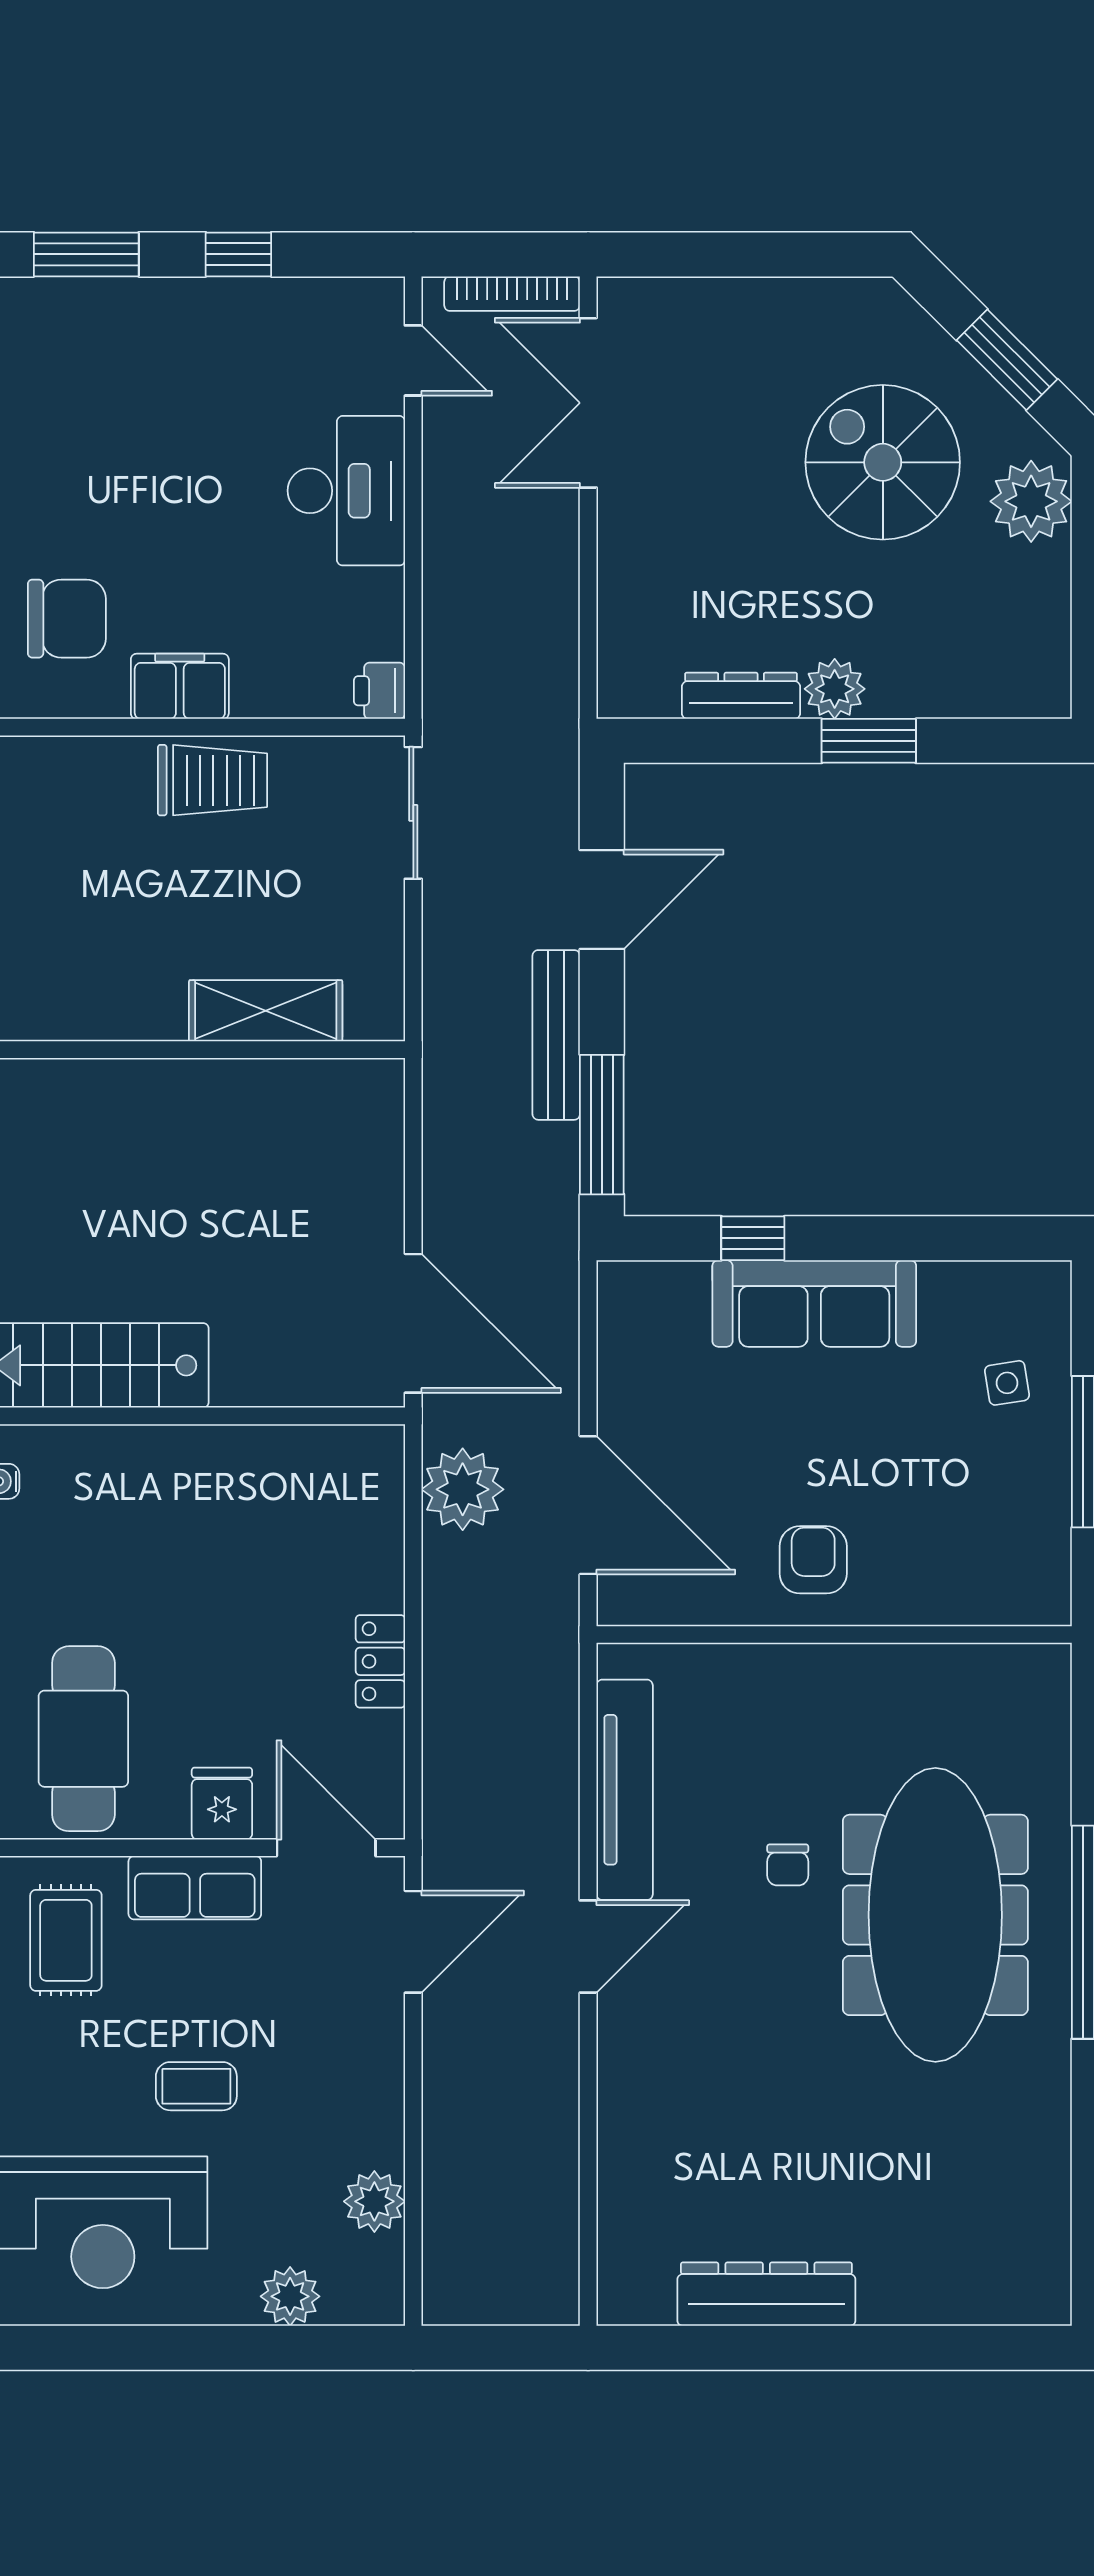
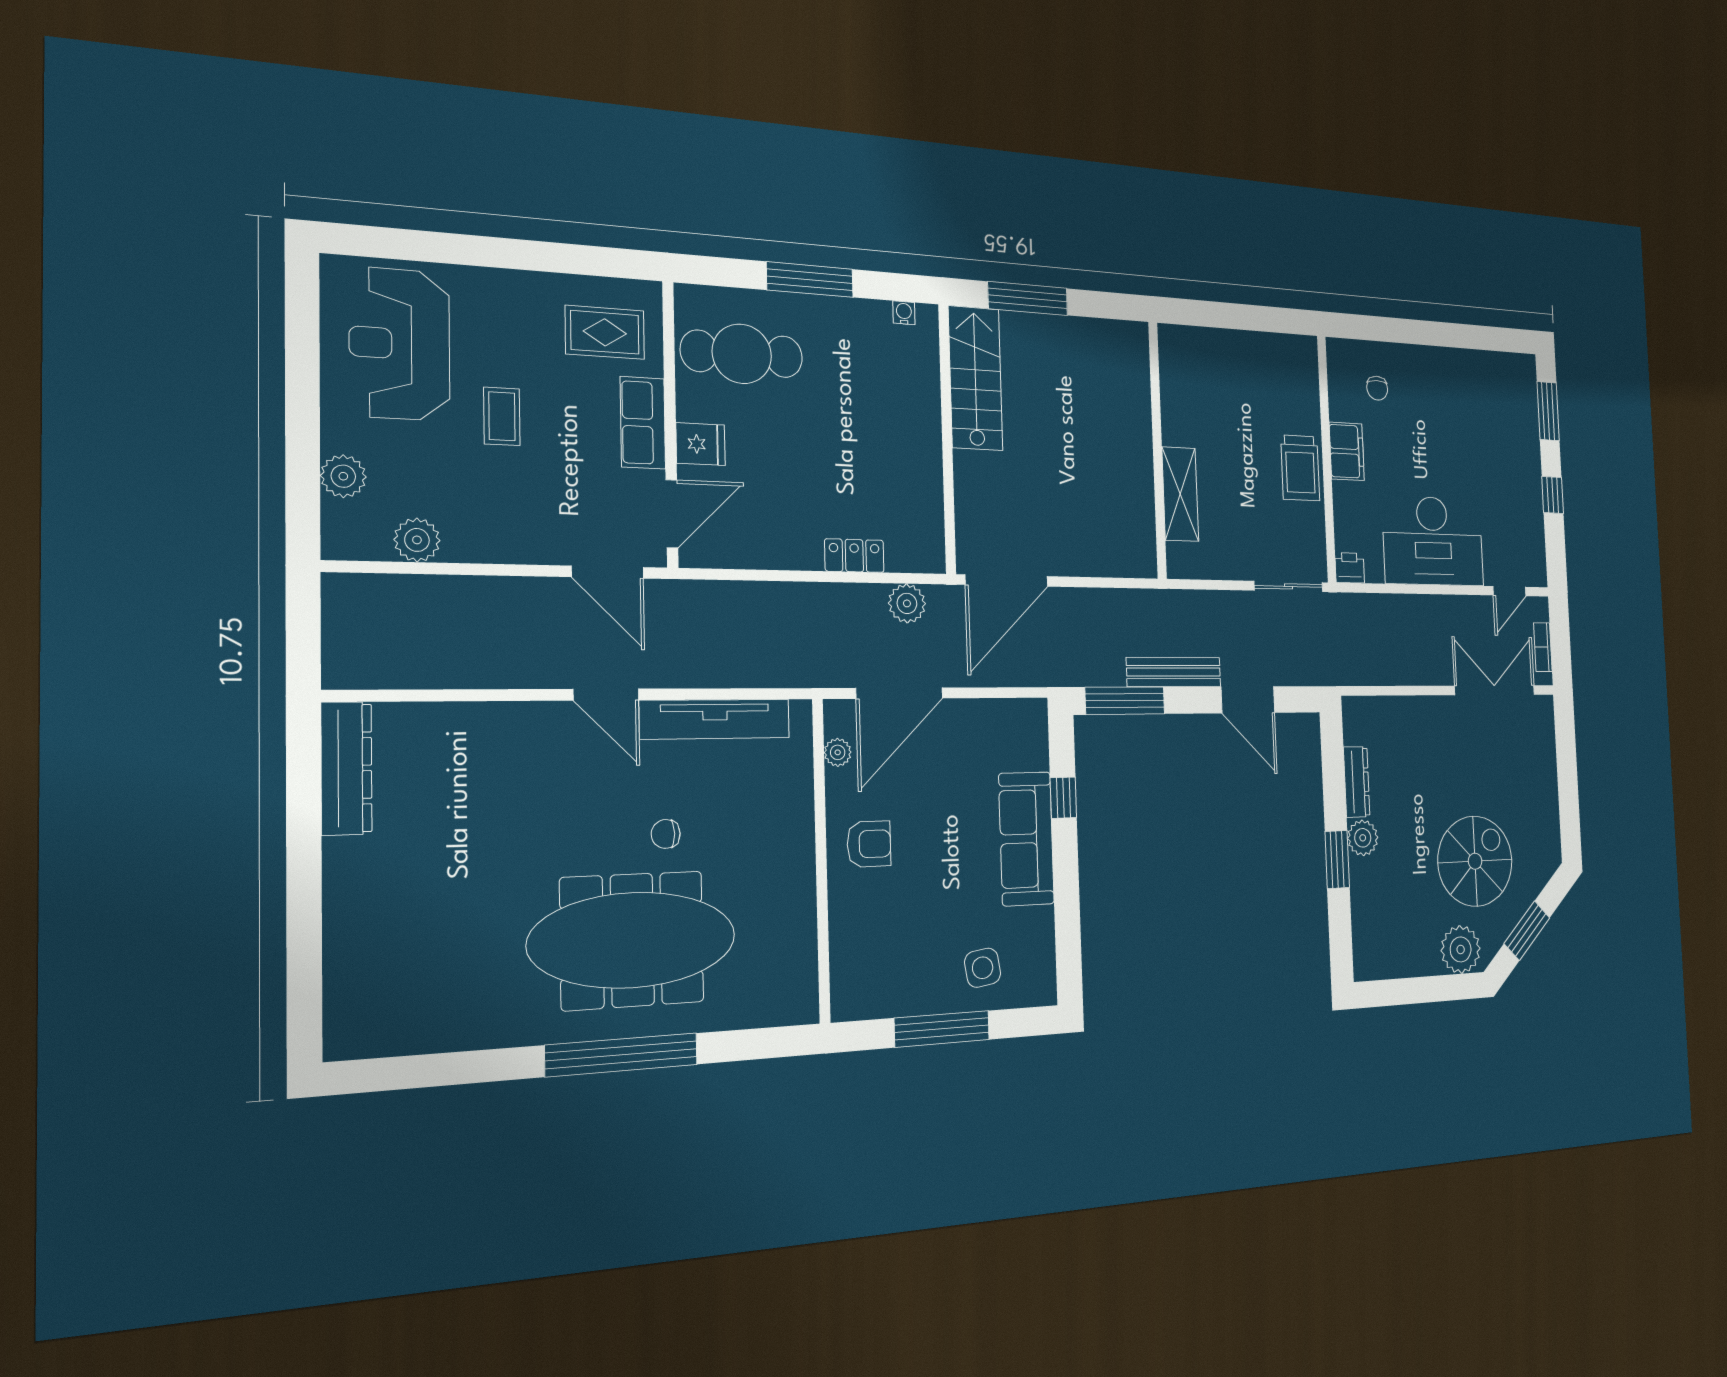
bookcase: (512, 294) -> (1543, 647), width x0.64
desk: (346, 491) -> (1433, 541), width x1.36, depth x1.30
chair: (67, 619) -> (1377, 388), width x0.54, depth x0.54
side table: (1007, 1383) -> (983, 968), width x1.37, depth x1.37
plant: (463, 1489) -> (907, 603), width x0.73, depth x0.73
plant: (676, 1605) -> (838, 752), added
locker: (380, 1661) -> (854, 556), moved
dresser: (766, 2294) -> (346, 768), moved

